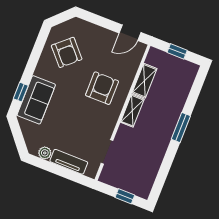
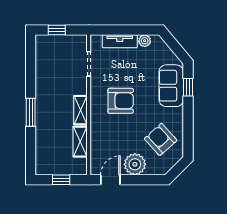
plant: (101, 38) -> (135, 164), added
armchair: (102, 88) -> (121, 101), moved, turned -90

